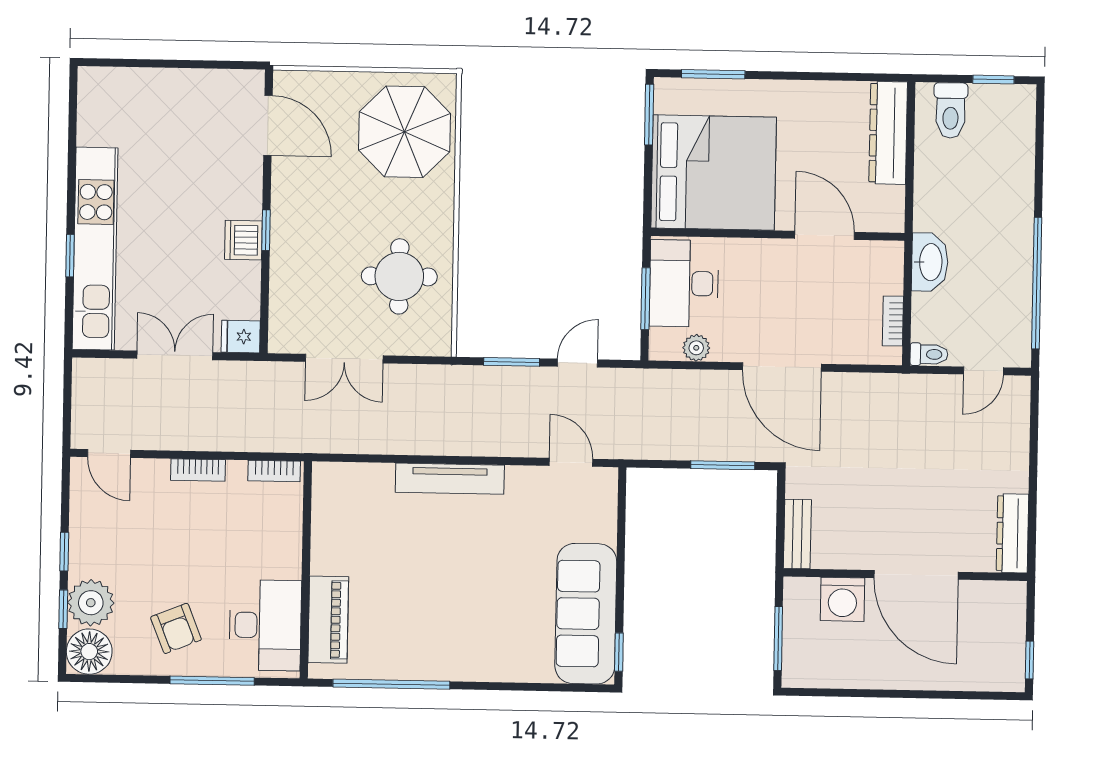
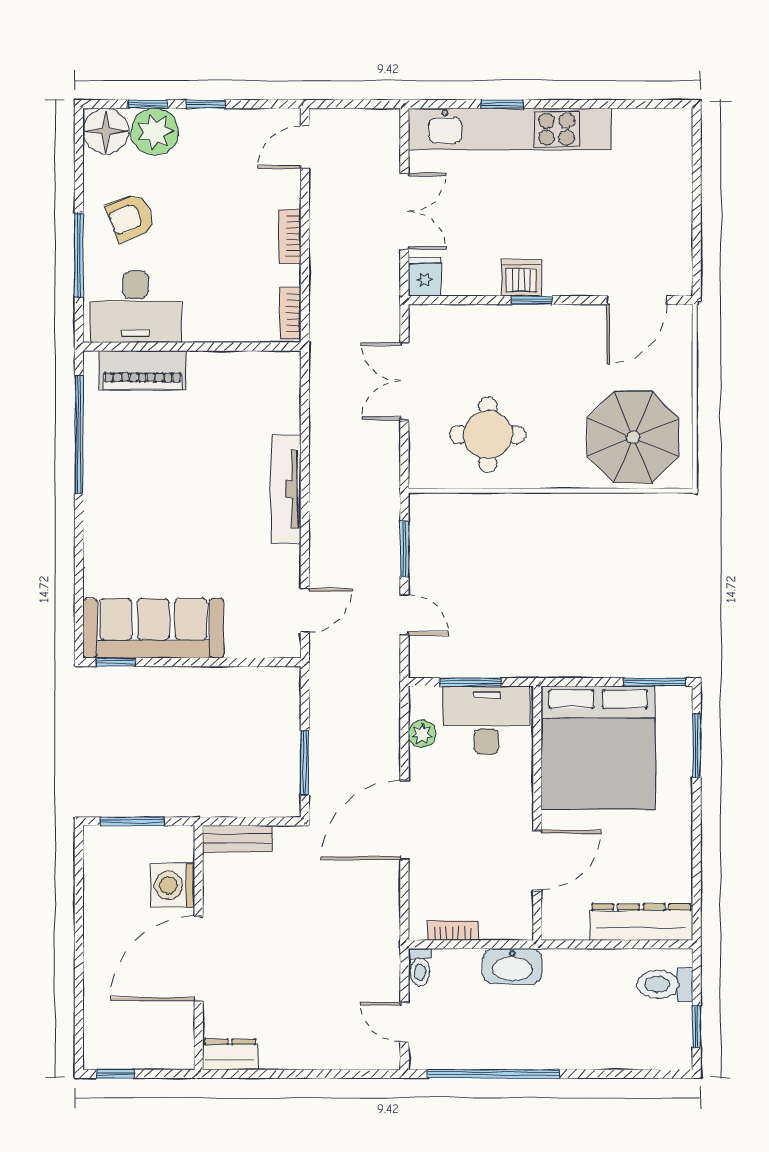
dresser: (1012, 533) -> (230, 1054), width x0.70

